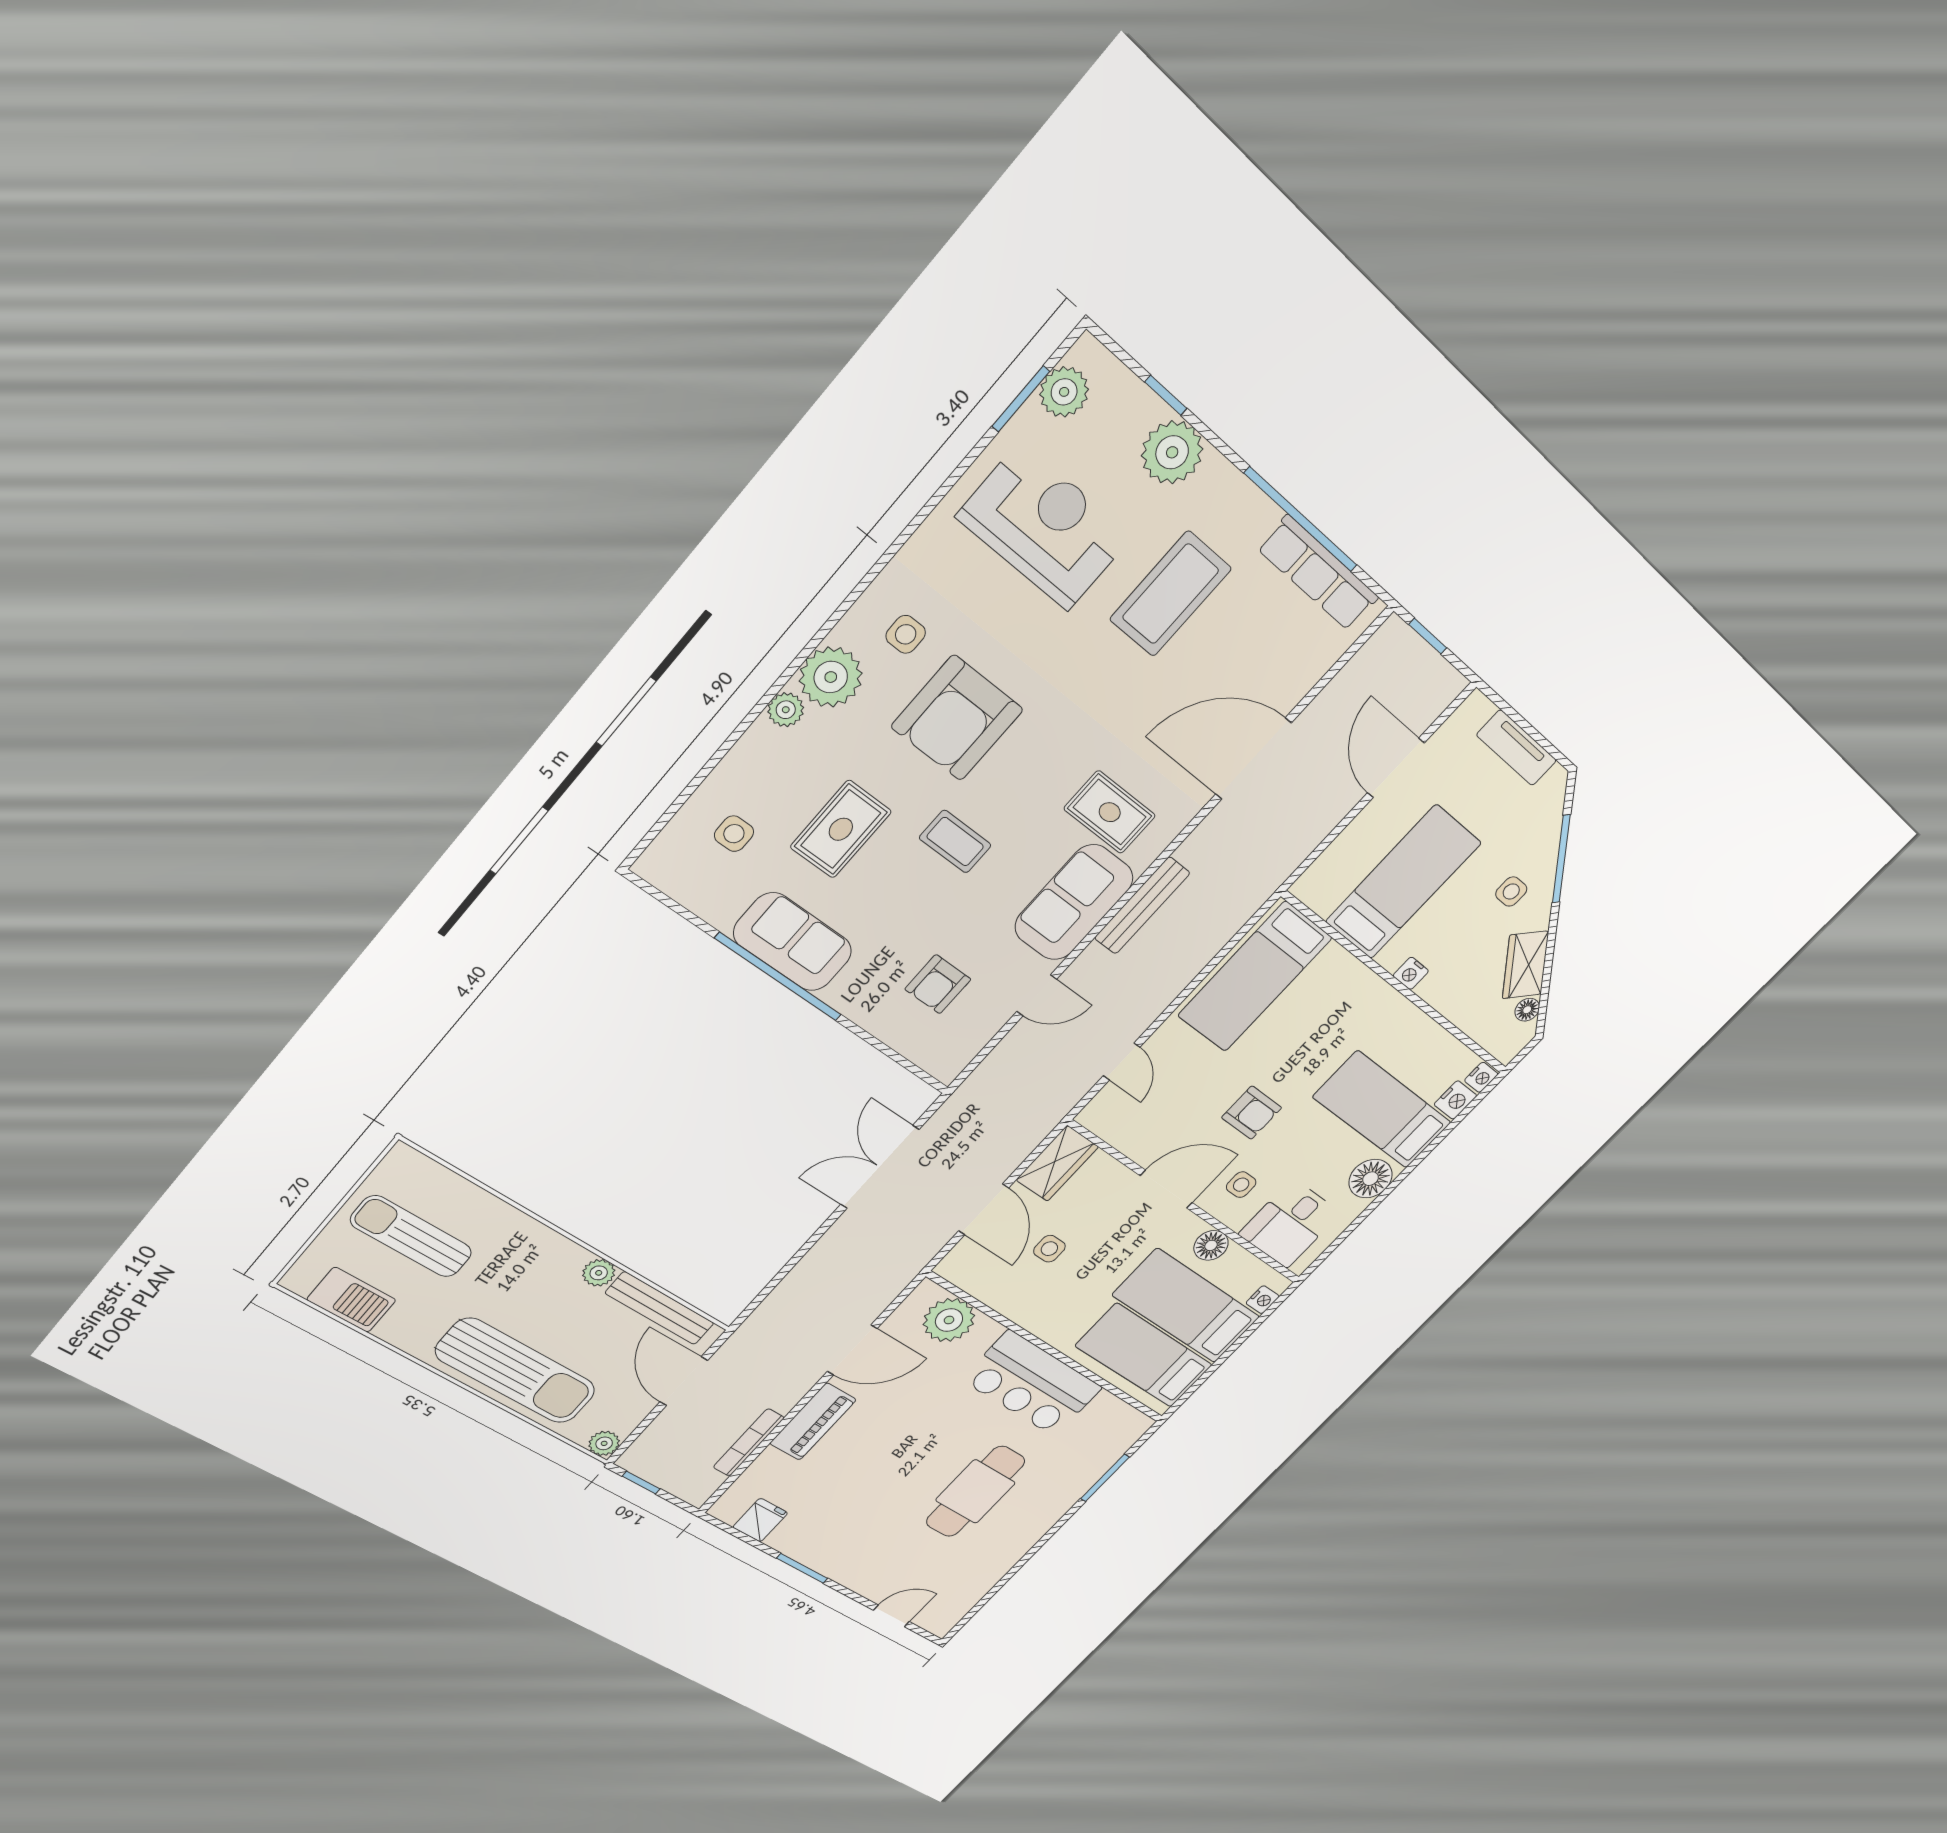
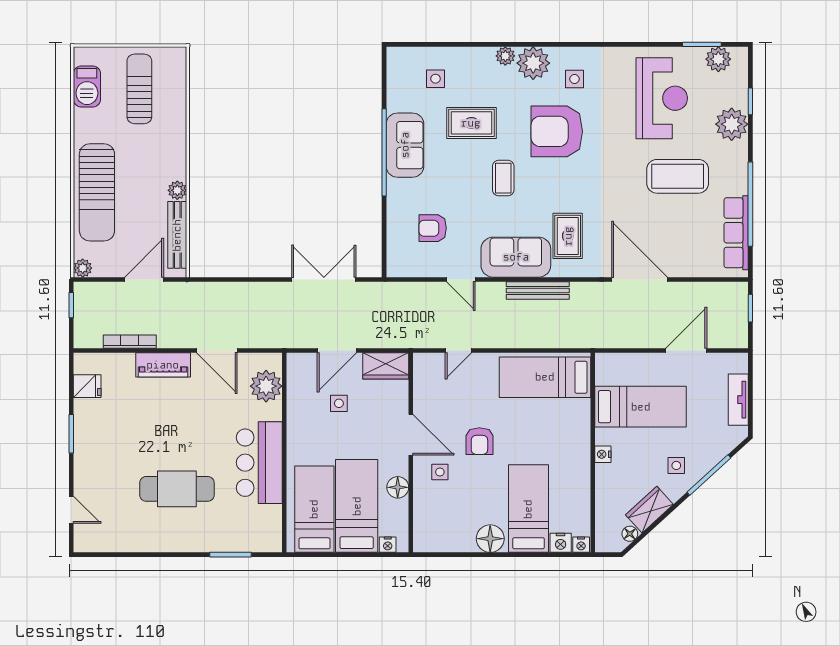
desk: (1290, 1224) -> (438, 519), removed

